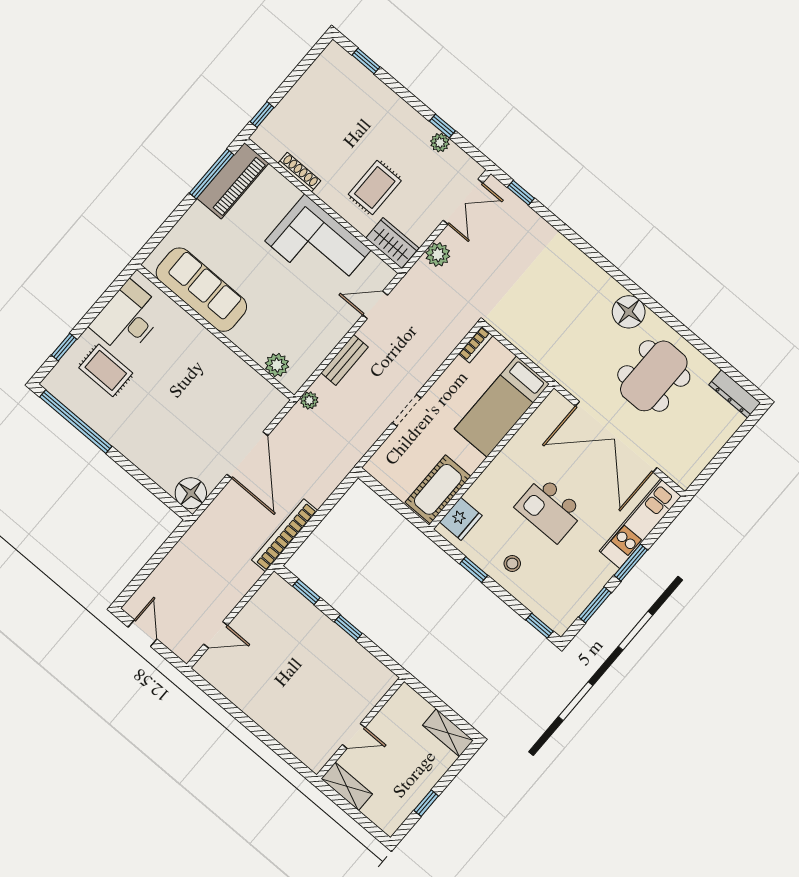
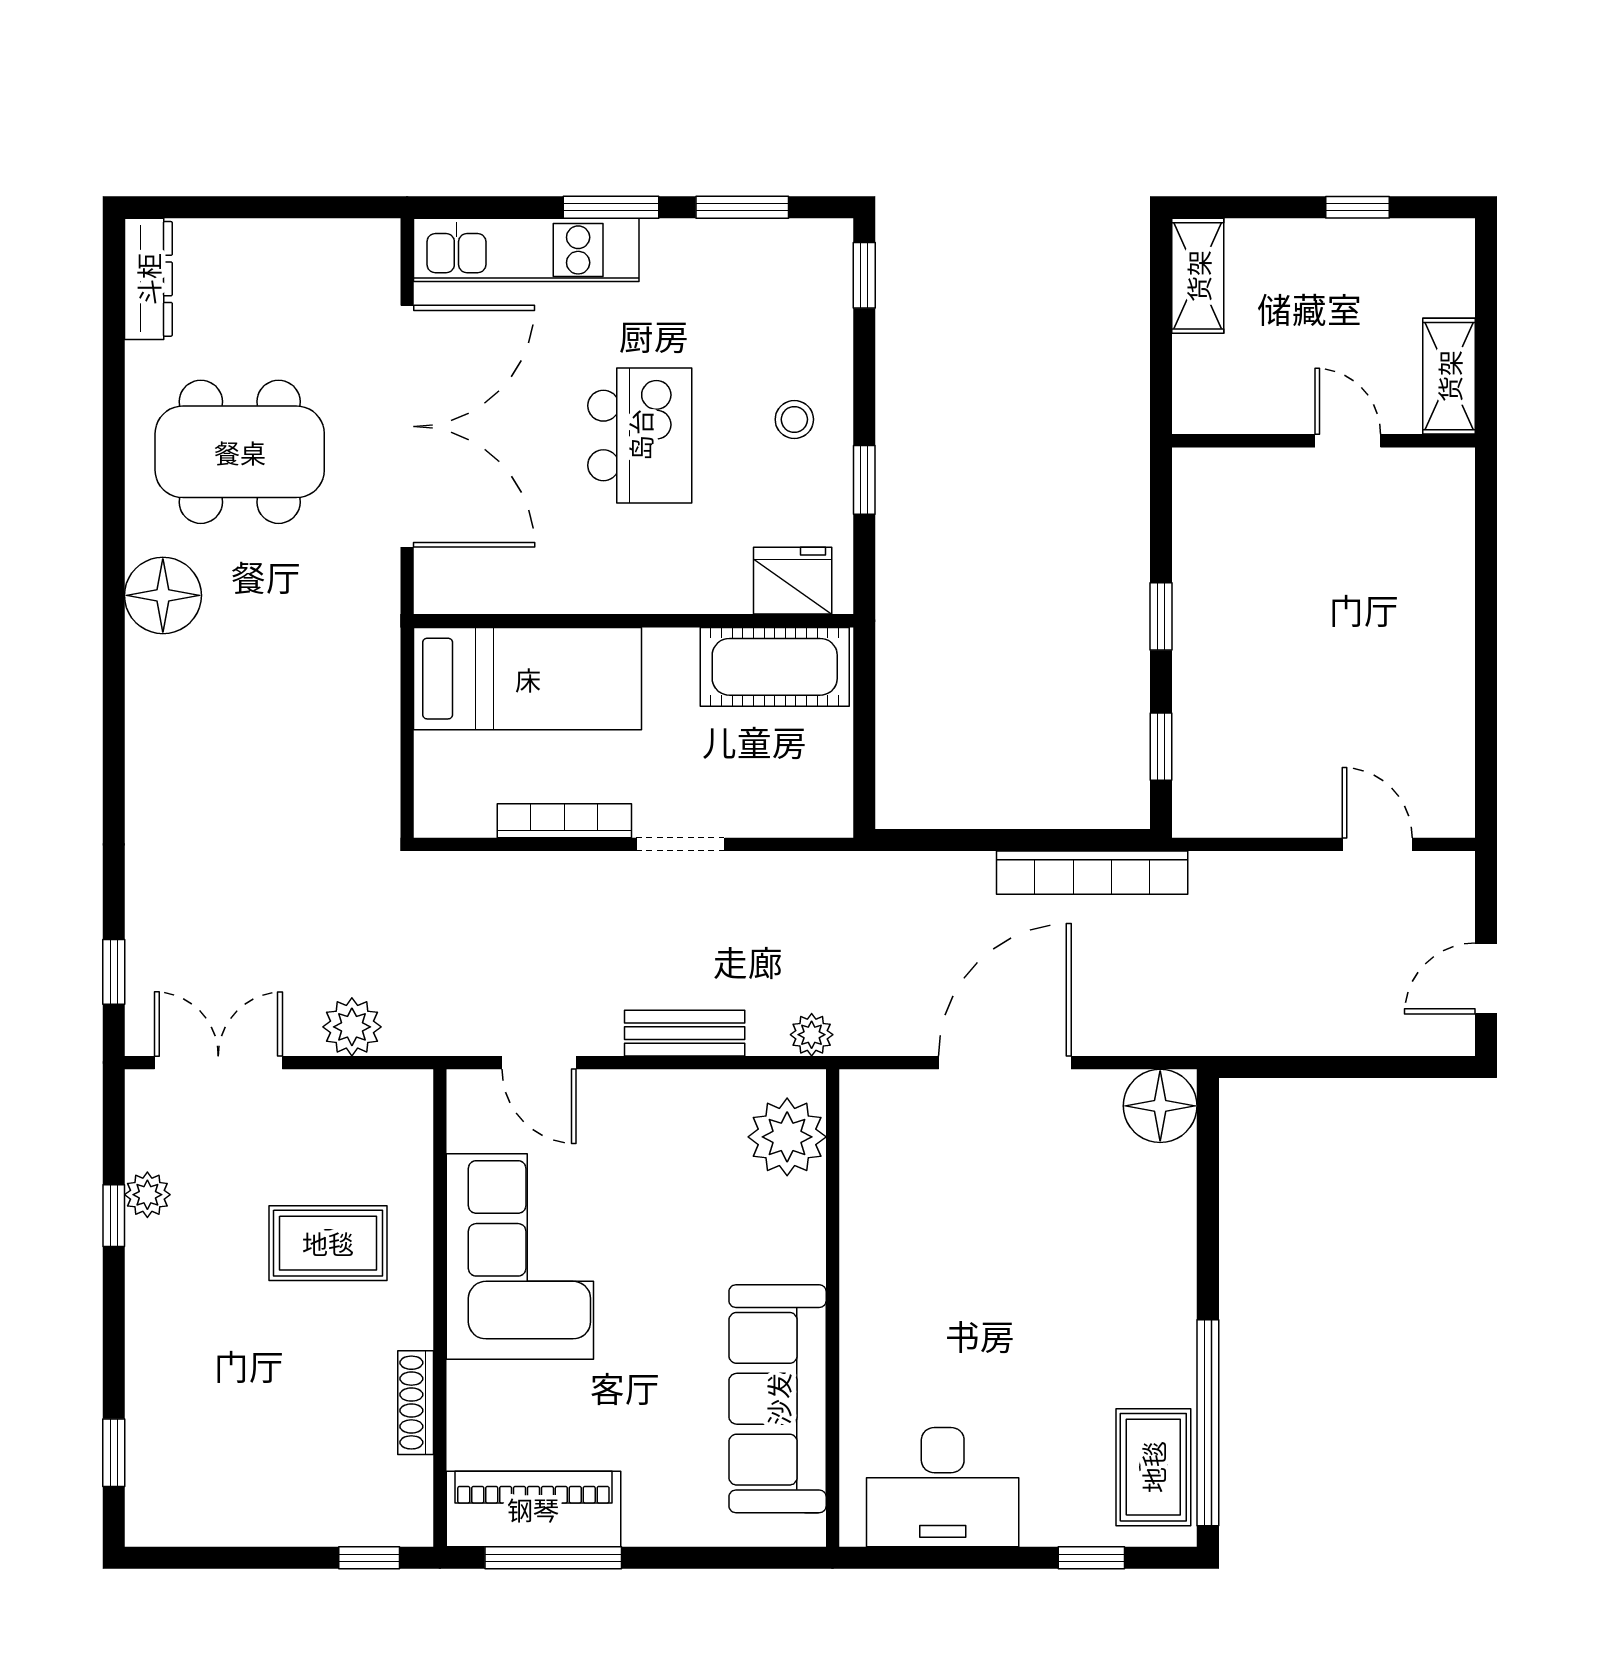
wardrobe: (392, 243) -> (401, 1126), removed
bookcase: (476, 345) -> (564, 821), moved, width x1.56
plant: (277, 365) -> (787, 1137), width x1.36, depth x1.36
rug: (106, 370) -> (1153, 1467), moved

